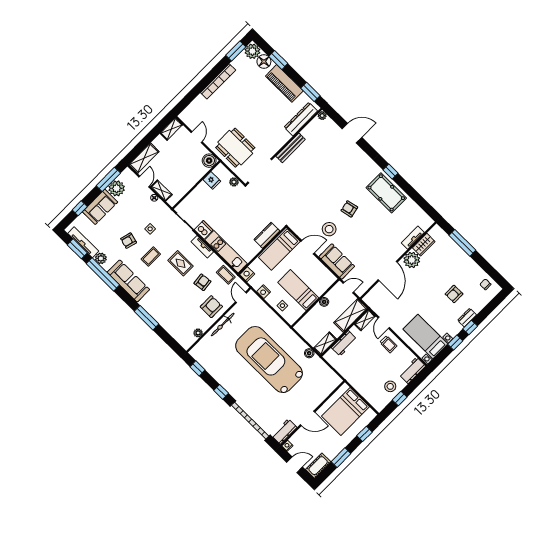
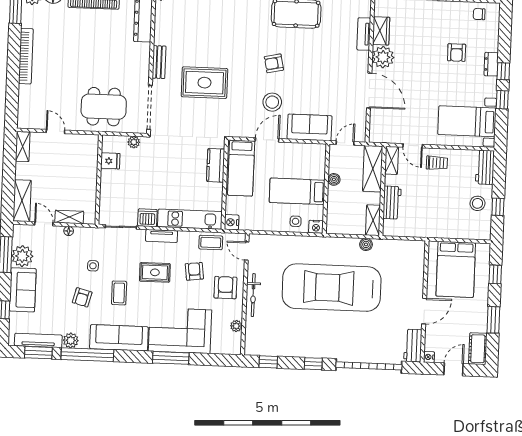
bench: (291, 148) -> (159, 62), width x0.73
boiler: (209, 161) -> (89, 144), removed
rug: (302, 185) -> (204, 83), added
nightstand: (264, 292) -> (316, 227), moved
corner sofa: (165, 307) -> (180, 331), added

